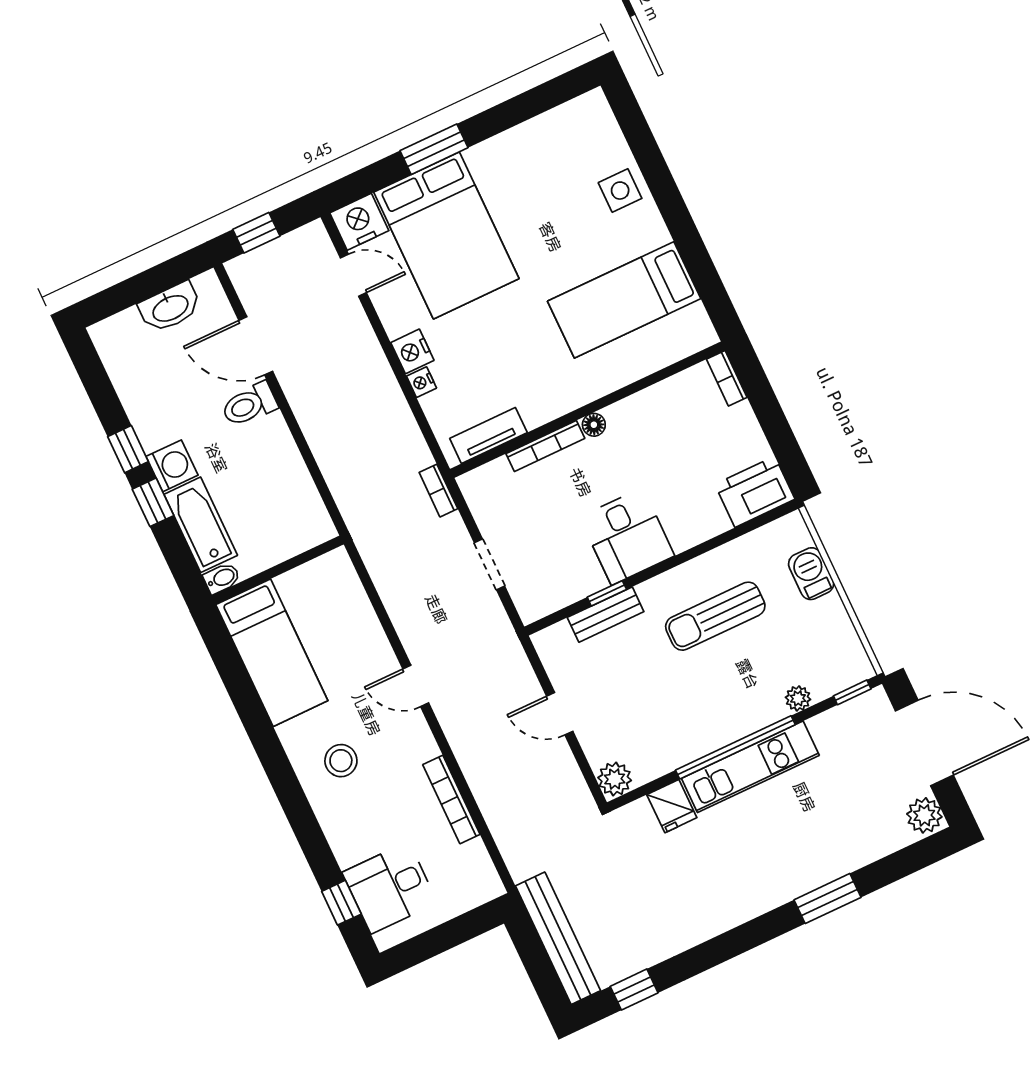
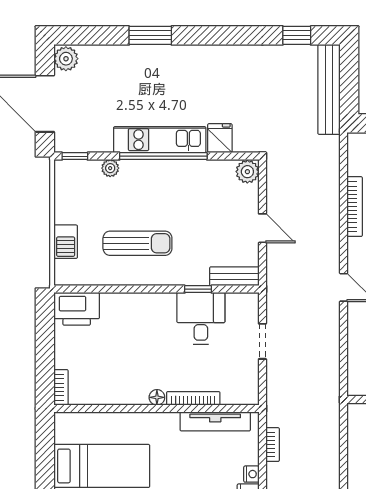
tv unit: (488, 435) -> (215, 421), width x1.41
bookcase: (438, 491) -> (273, 445), moved
desk: (627, 536) -> (201, 318), moved
bench: (606, 615) -> (234, 276), moved

